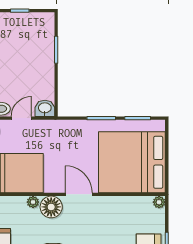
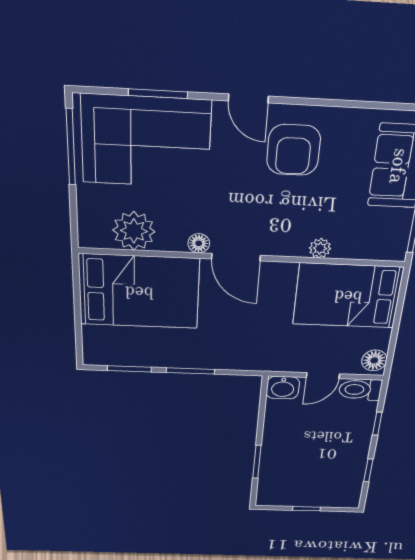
bed: (132, 162) -> (139, 292), width x0.73
plant: (159, 202) -> (134, 231), moved, width x1.88, depth x1.88
floor lamp: (51, 207) -> (199, 243), moved, width x0.53, depth x0.53

